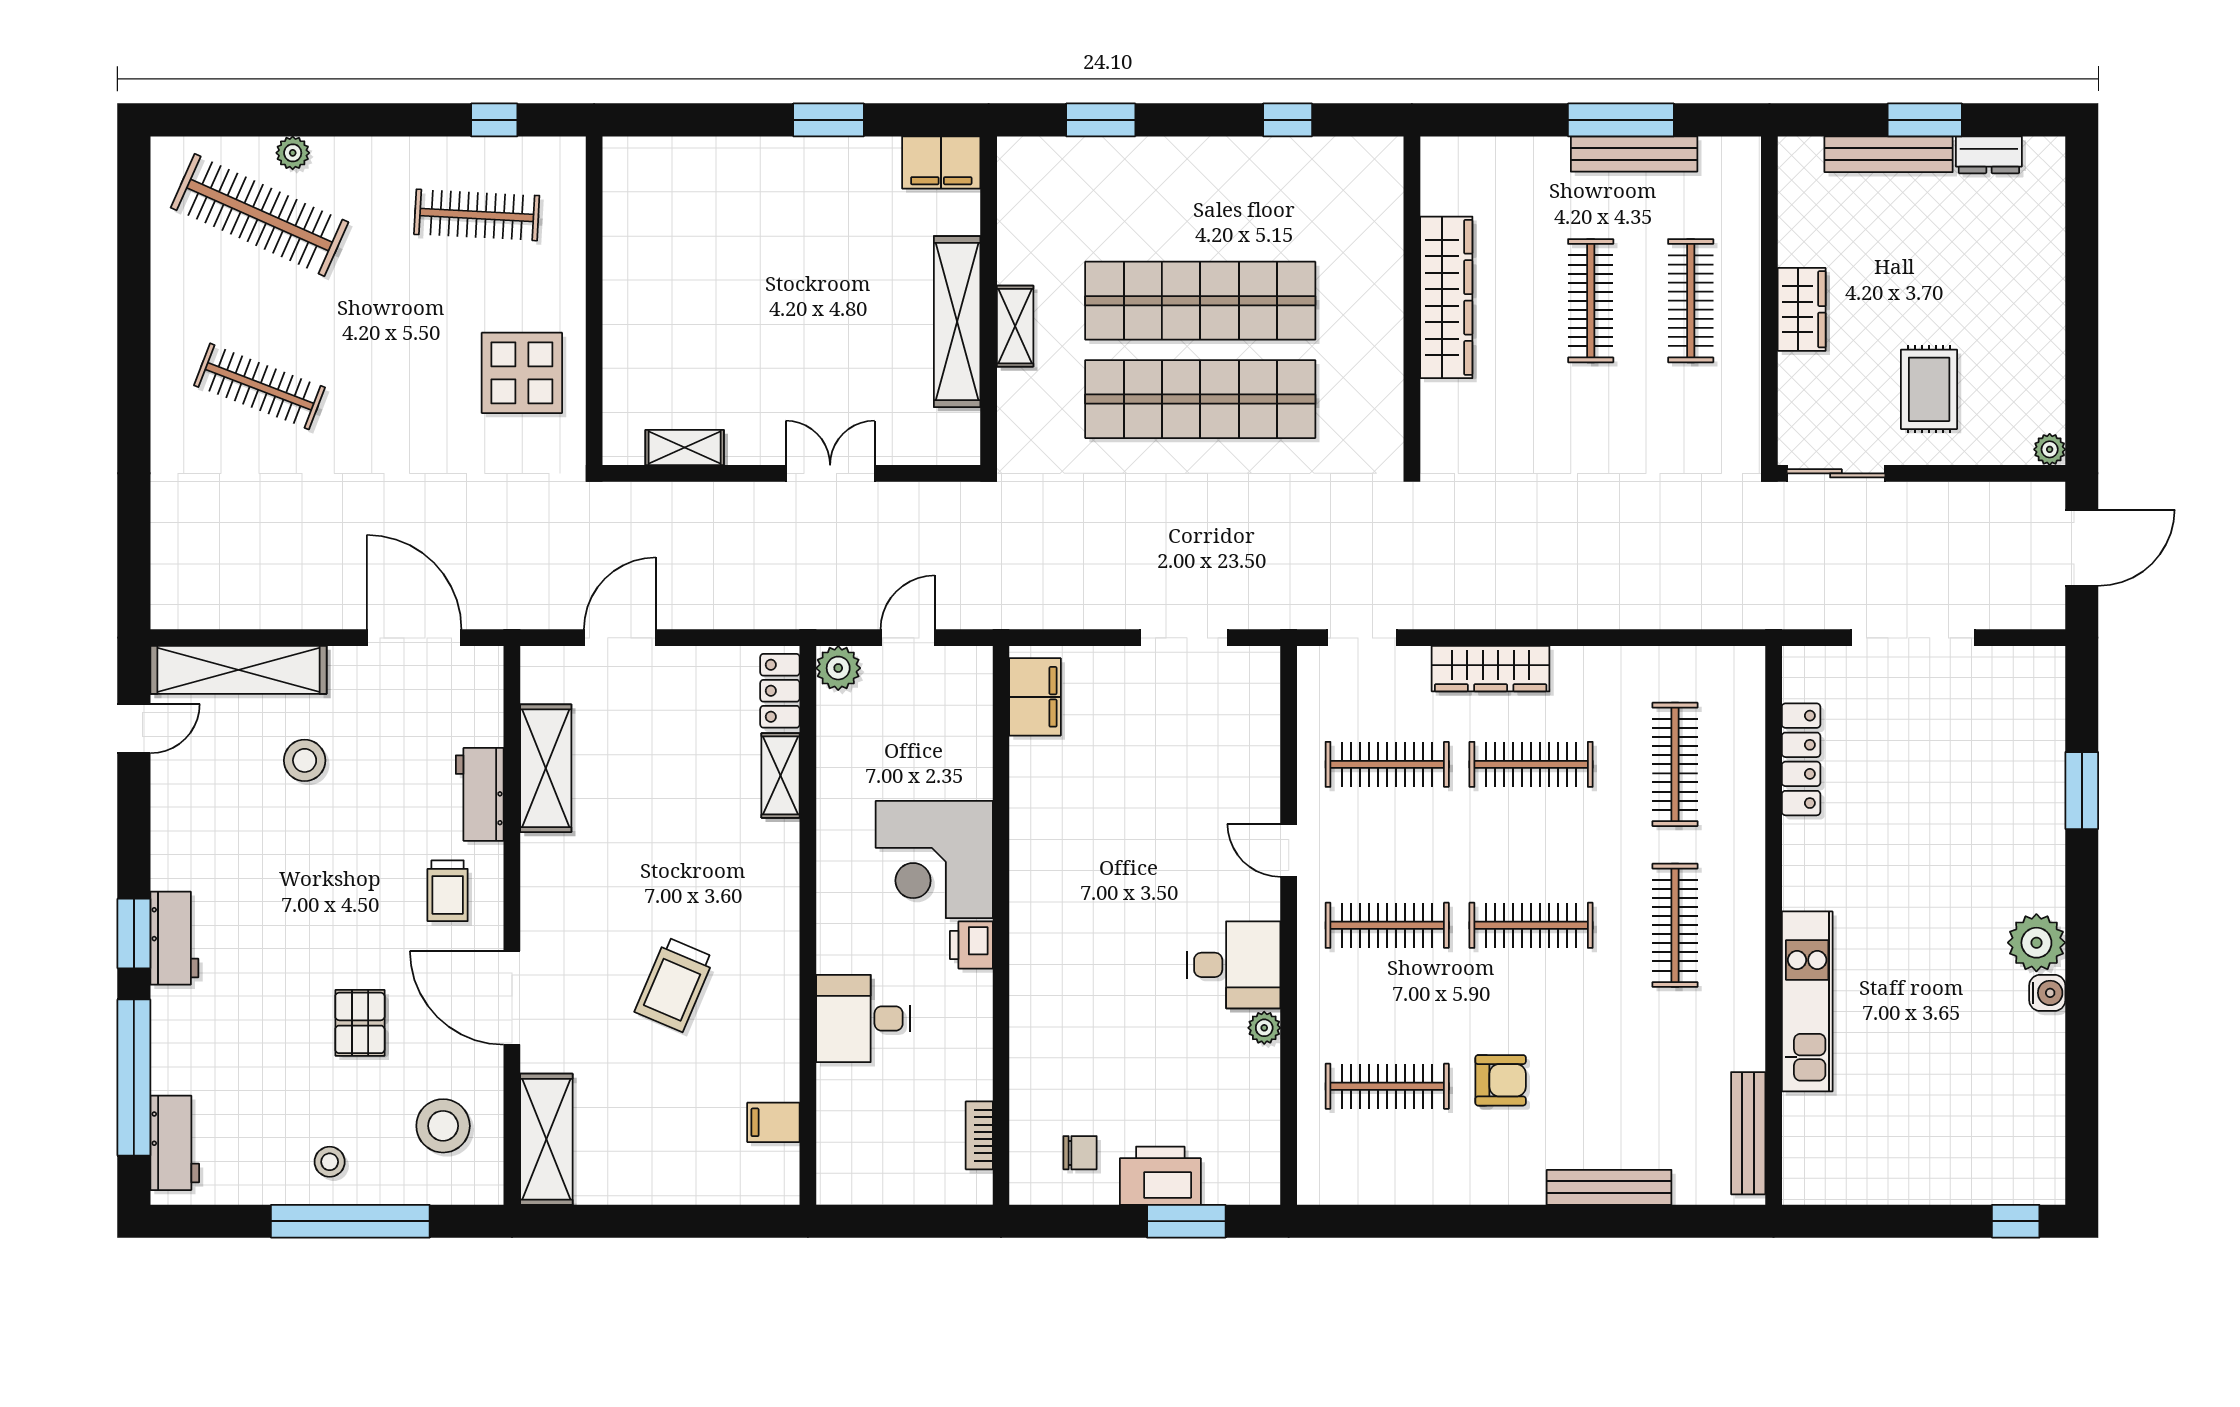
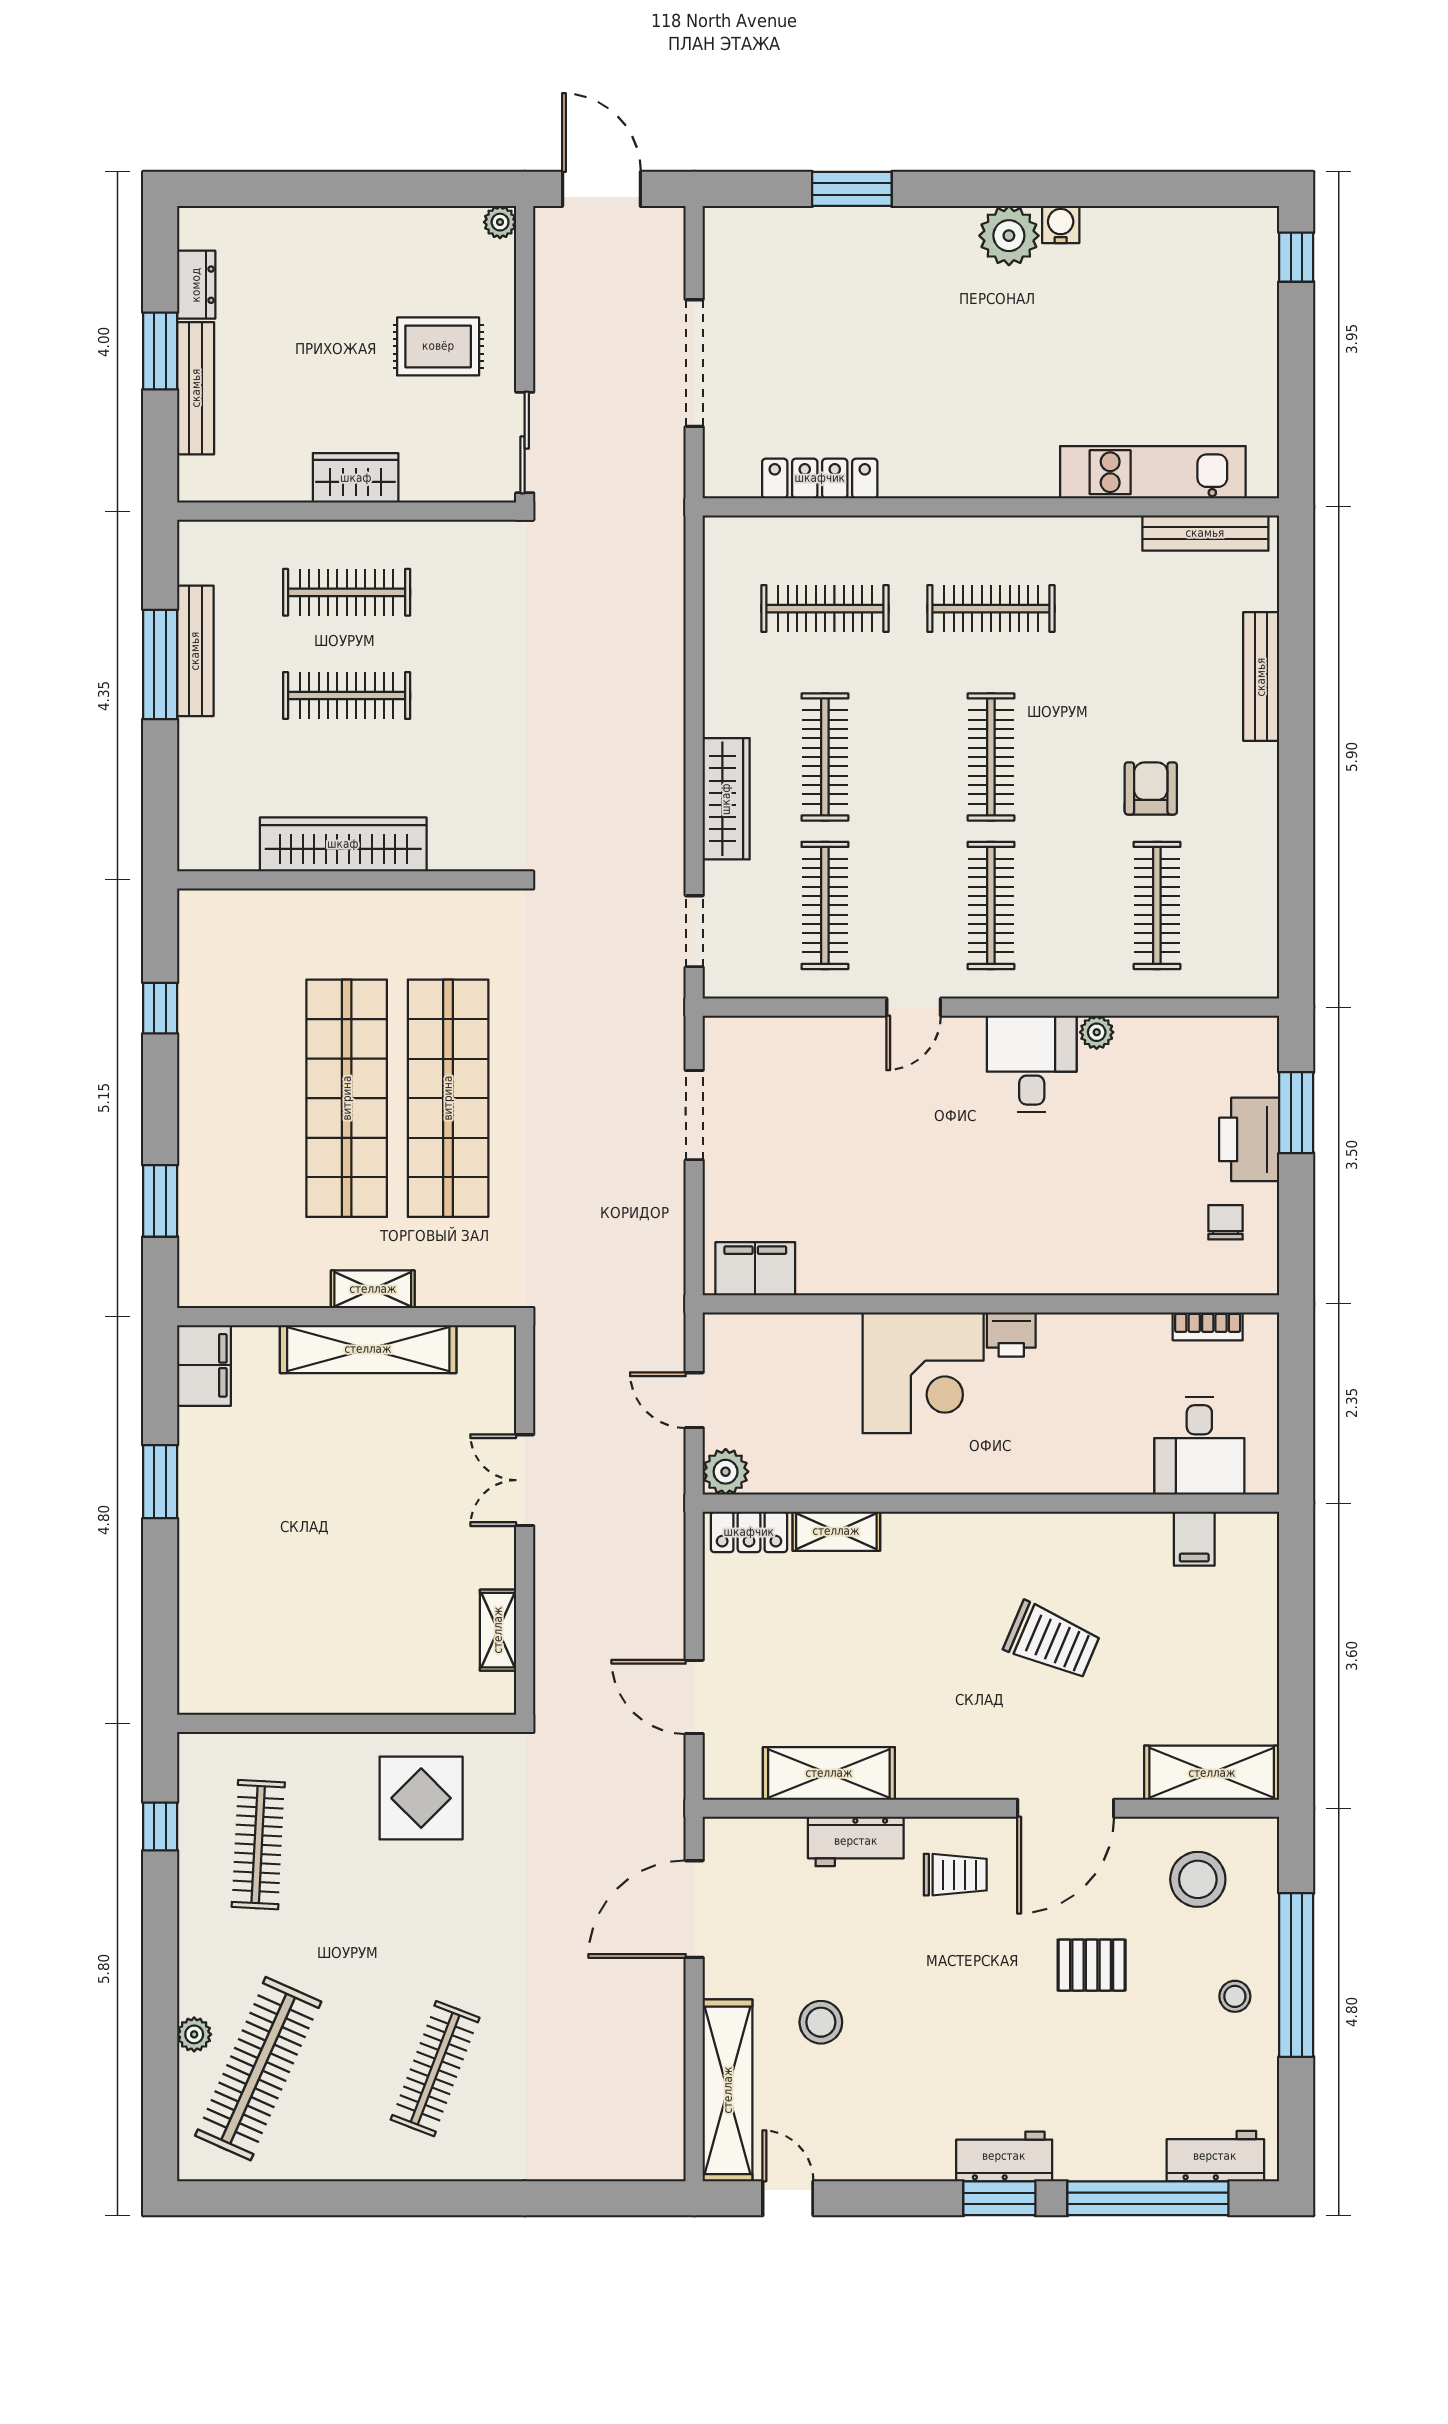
kitchen unit: (1807, 1001) -> (1153, 472), moved
desk: (863, 1018) -> (1199, 1446), moved

